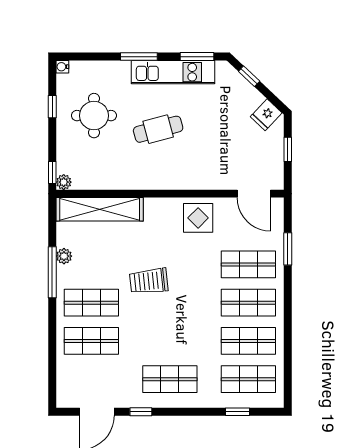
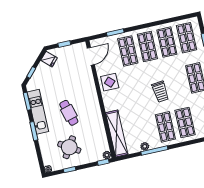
round table: (94, 116) -> (69, 147), turned 32
trolley: (149, 281) -> (160, 92), moved

